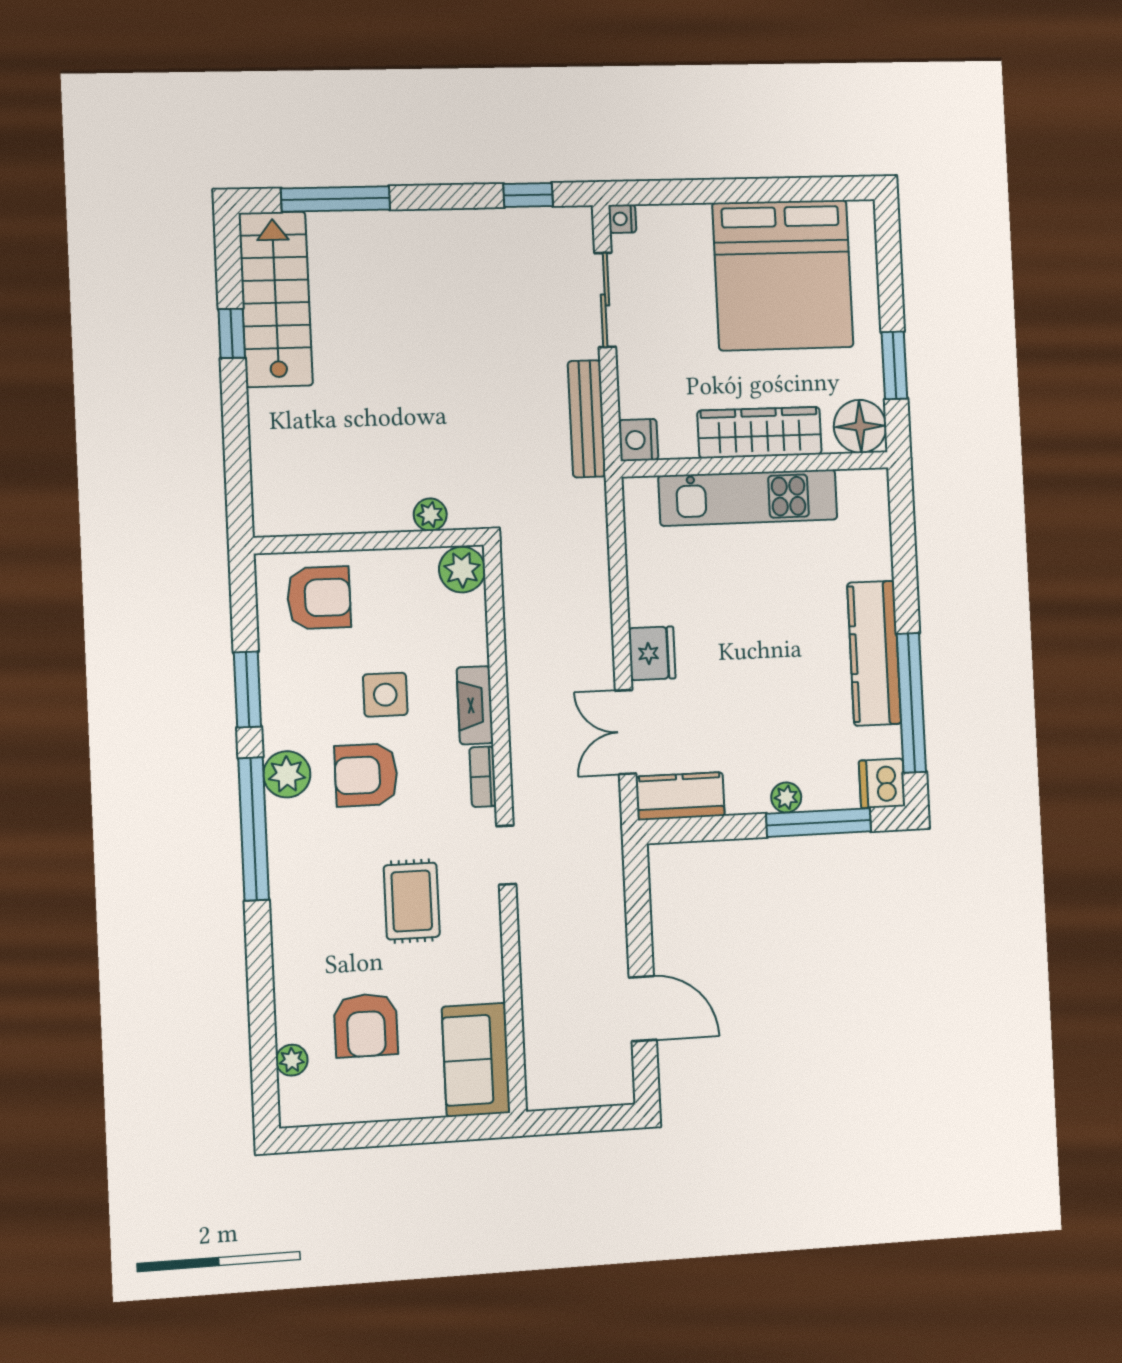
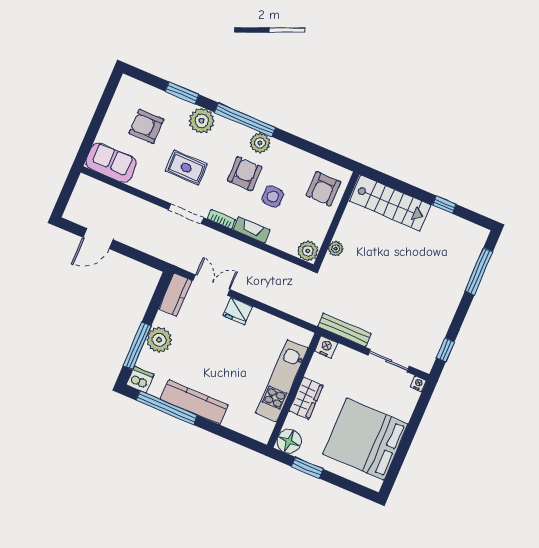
stairs: (276, 299) -> (390, 203), moved
wardrobe: (759, 433) -> (306, 398), width x0.67
window: (247, 689) -> (182, 93), moved
plant: (786, 797) -> (159, 340), width x1.88, depth x1.88
doorway: (506, 855) -> (186, 214), width x1.38
plant: (292, 1060) -> (202, 121), moved, width x1.87, depth x1.87

